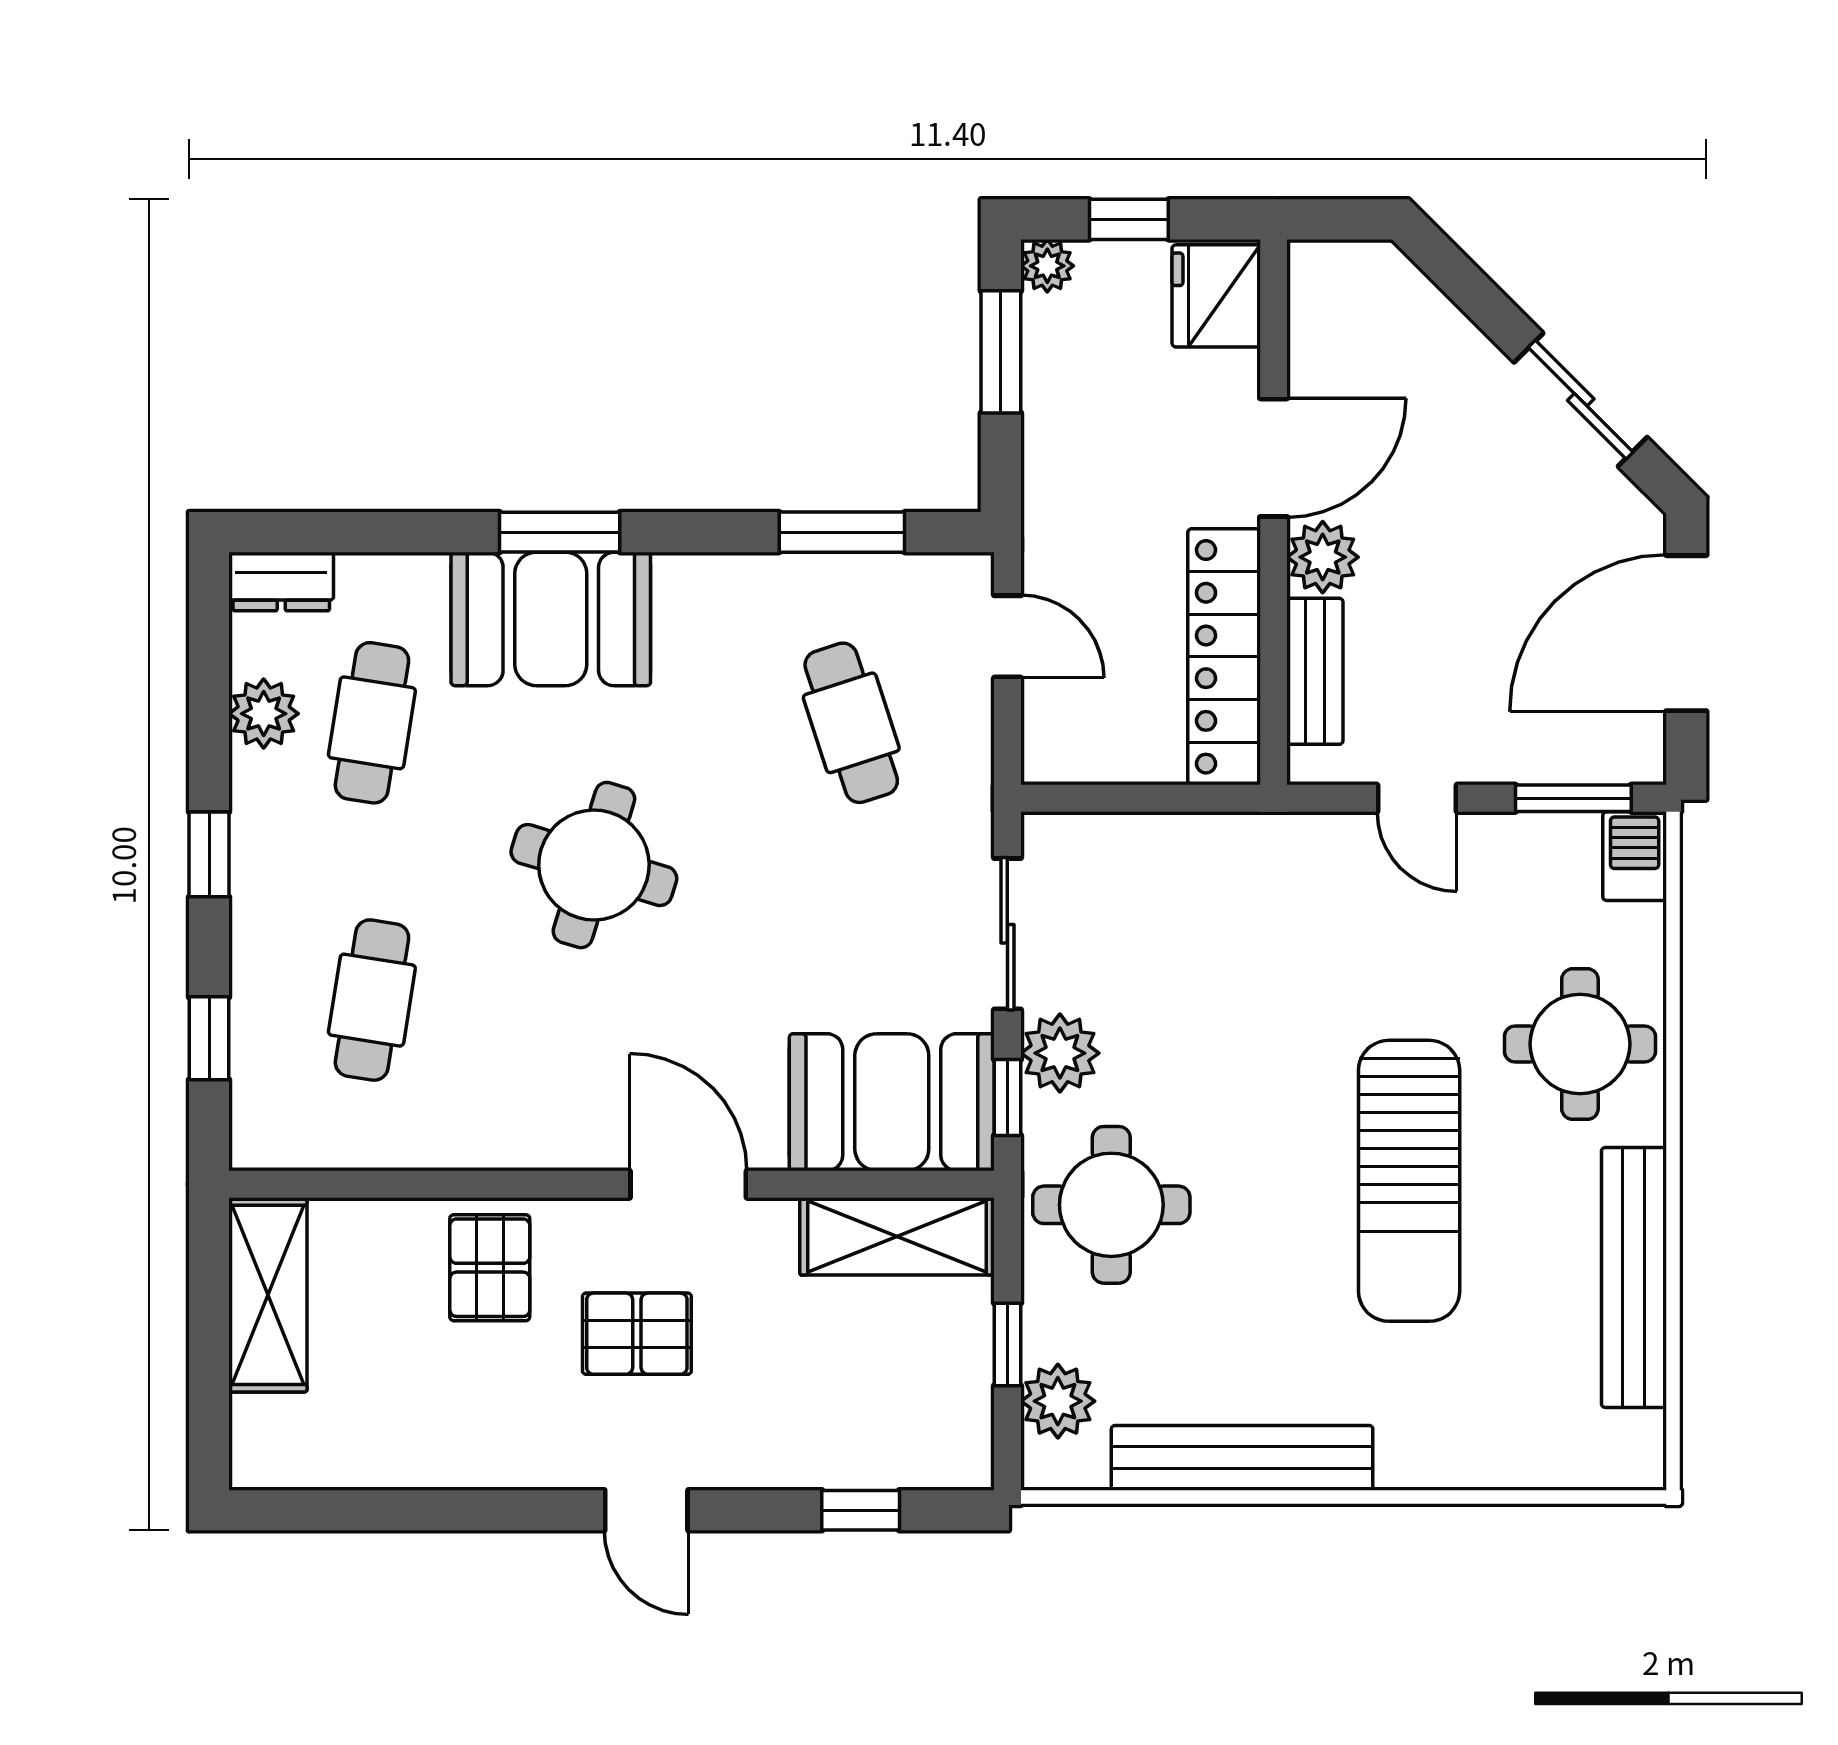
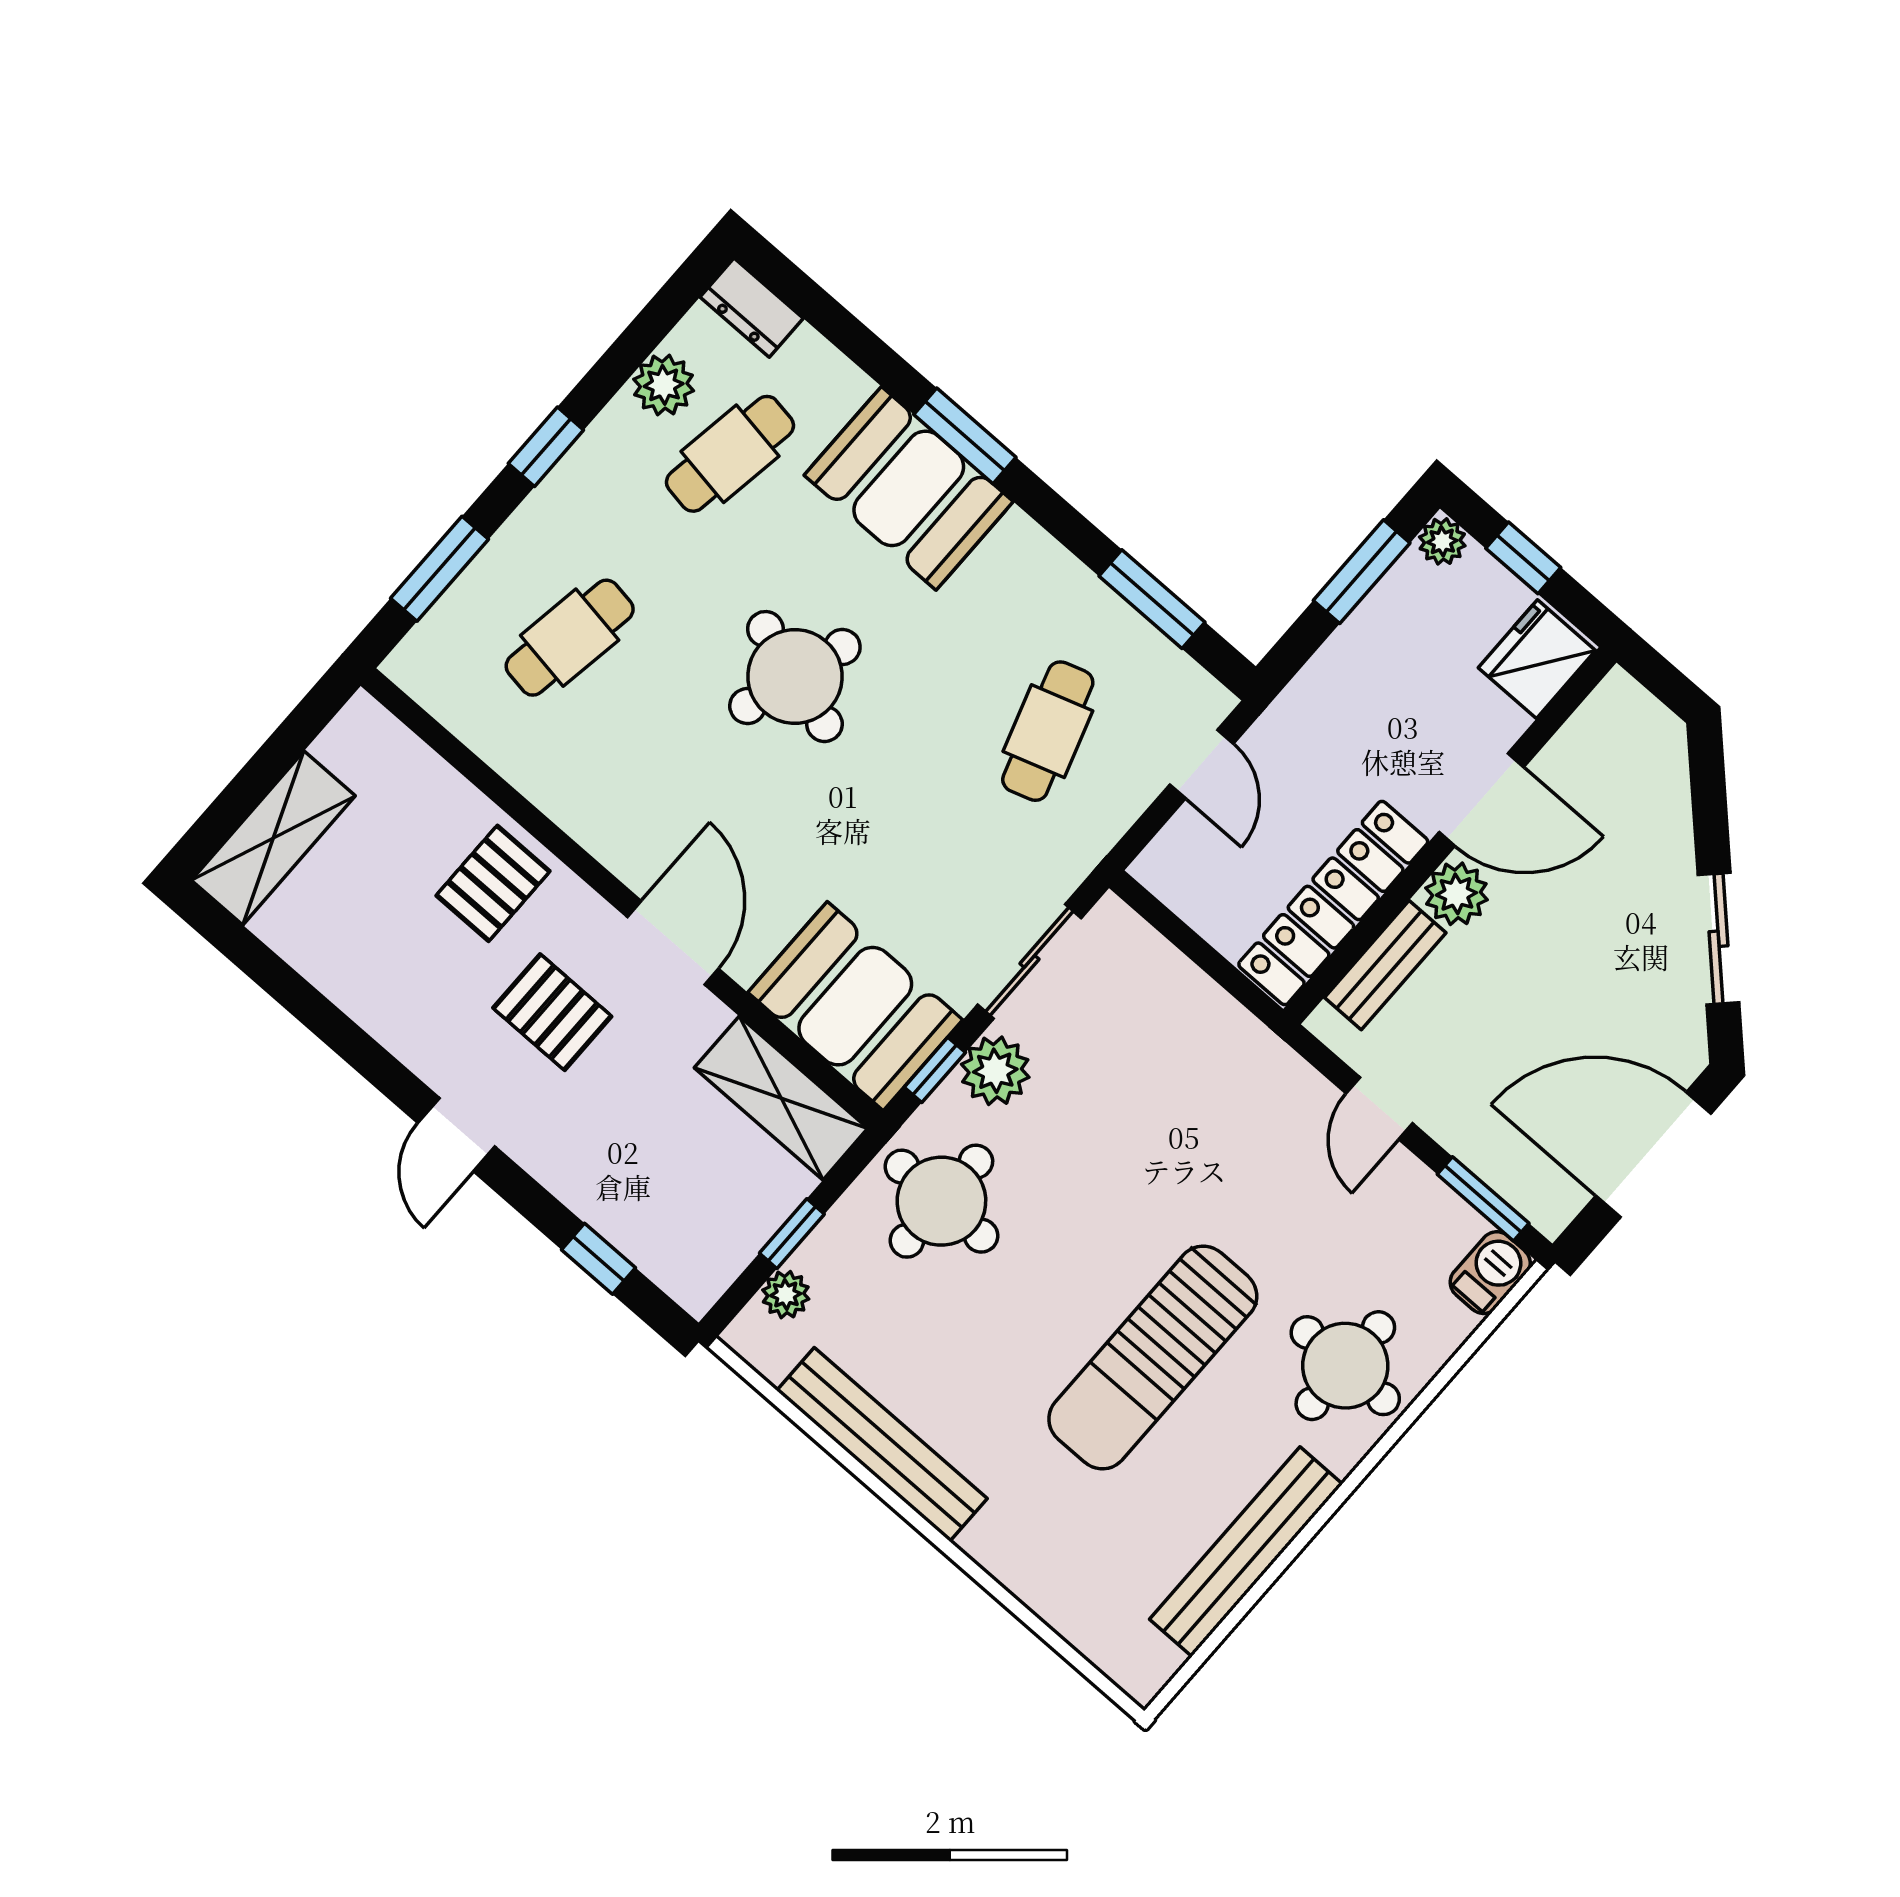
window: (209, 1038) -> (439, 569), width x1.50
shelving: (268, 1295) -> (273, 838), moved
plant: (1058, 1401) -> (786, 1295), width x0.73, depth x0.73

